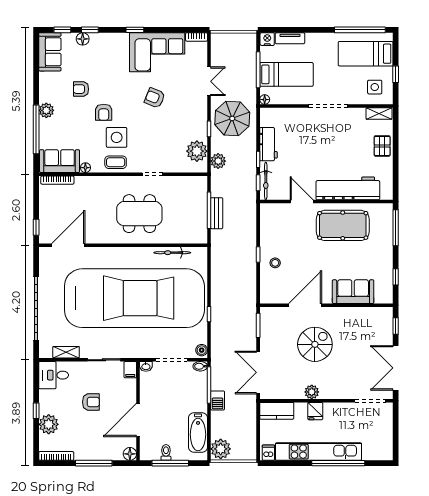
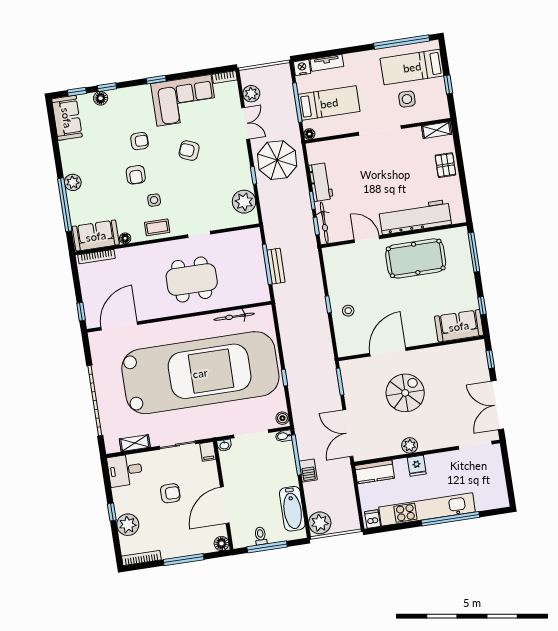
side table: (375, 87) -> (407, 99), moved
armchair: (81, 89) -> (139, 141), moved, turned 180
side table: (117, 137) -> (154, 200), width x0.54, depth x0.54
plant: (218, 161) -> (251, 94), moved
sofa: (353, 292) -> (459, 326), moved

